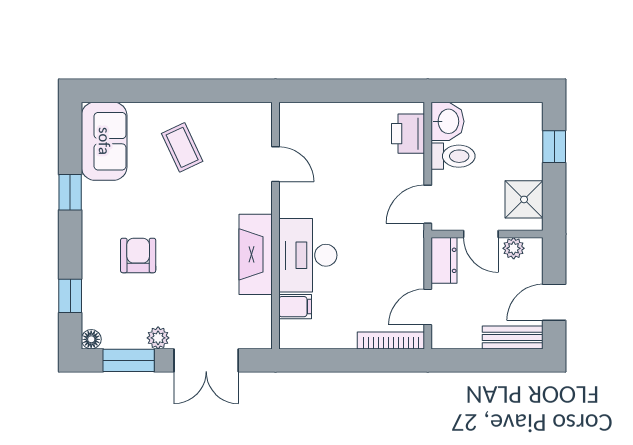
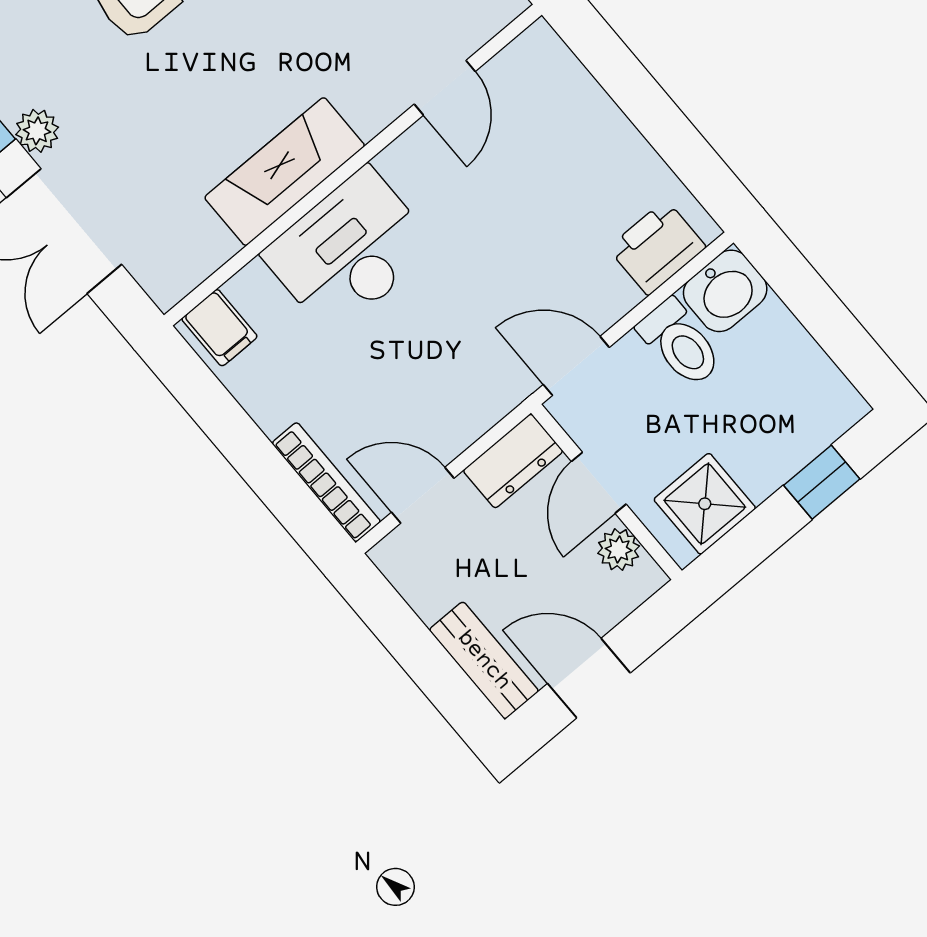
filing cabinet: (295, 307) -> (219, 328), moved

